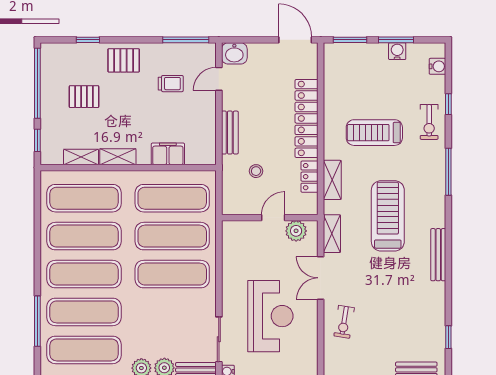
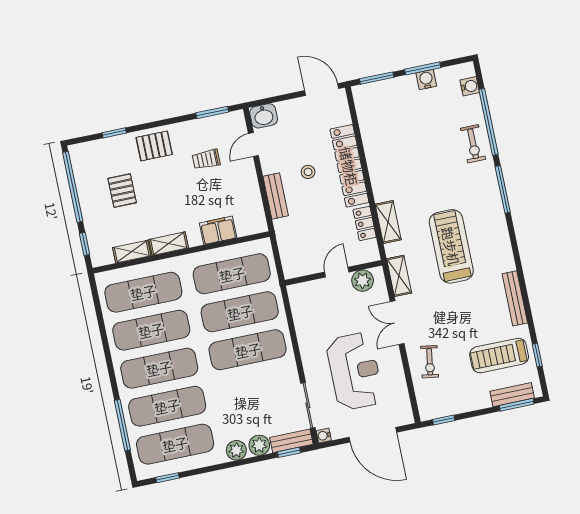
window: (186, 40) -> (212, 112), width x0.69
trolley: (171, 84) -> (206, 159), turned 180
pallet: (84, 97) -> (122, 191), turned 90
window: (448, 104) -> (489, 122), width x3.17
treadmill: (374, 133) -> (499, 356), moved
stool: (256, 171) -> (308, 172), moved
bench: (438, 255) -> (515, 298), moved

